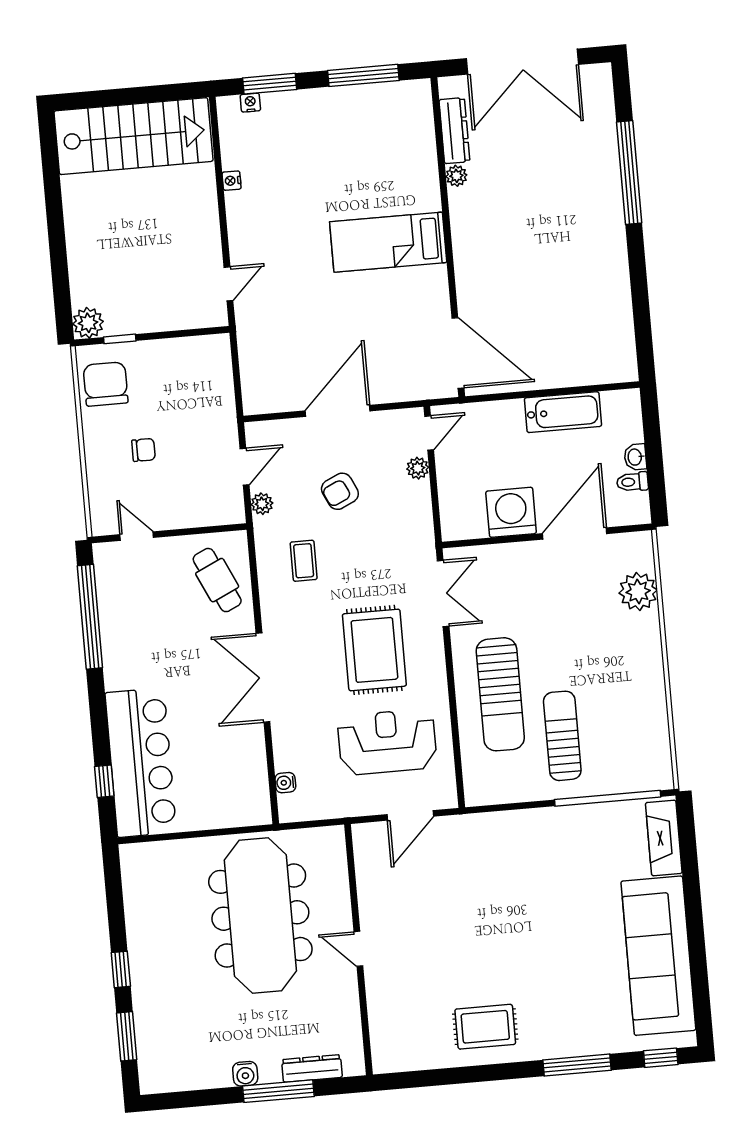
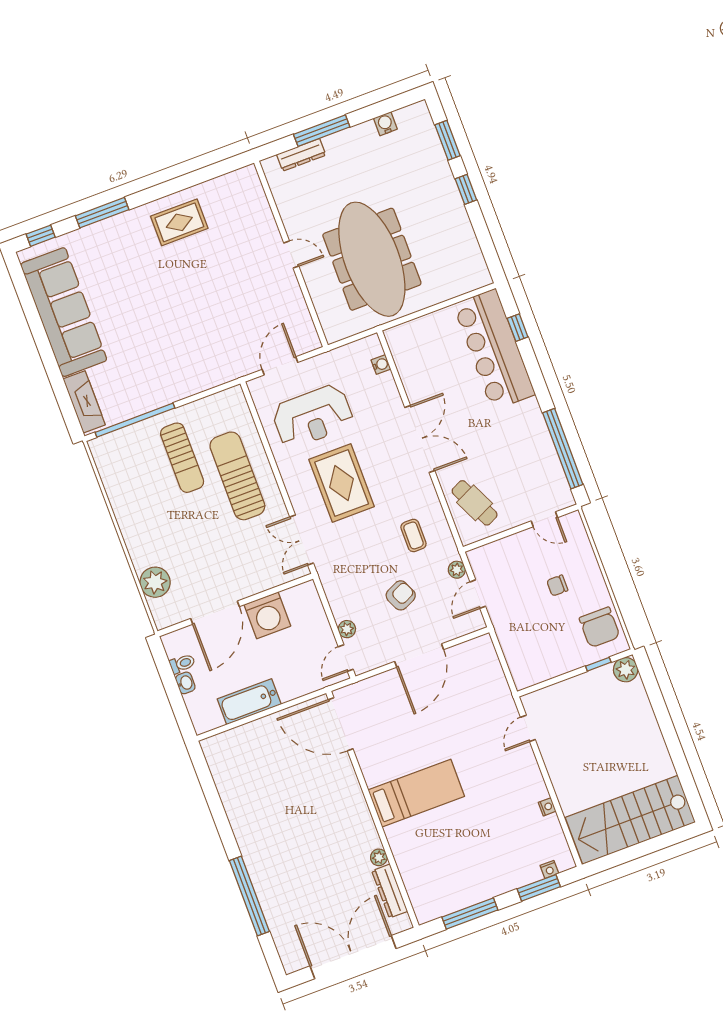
water cooler: (245, 1074) -> (385, 124), moved

